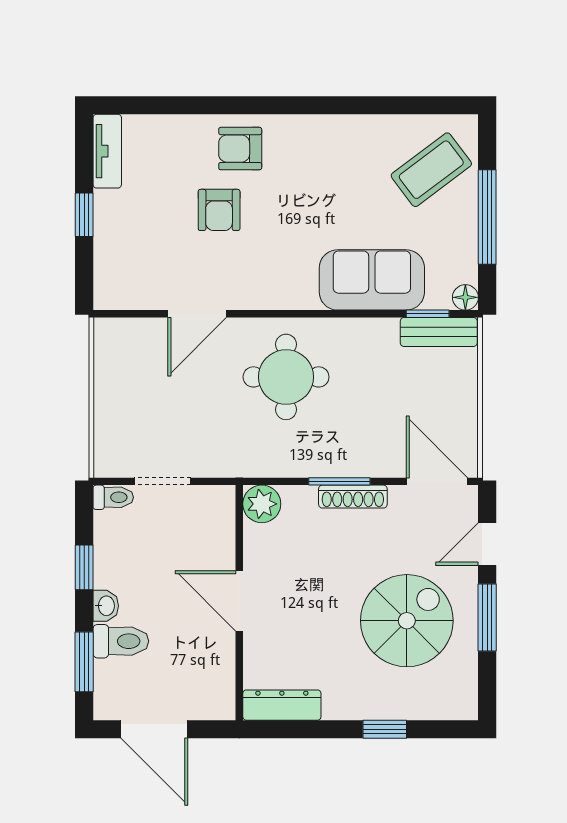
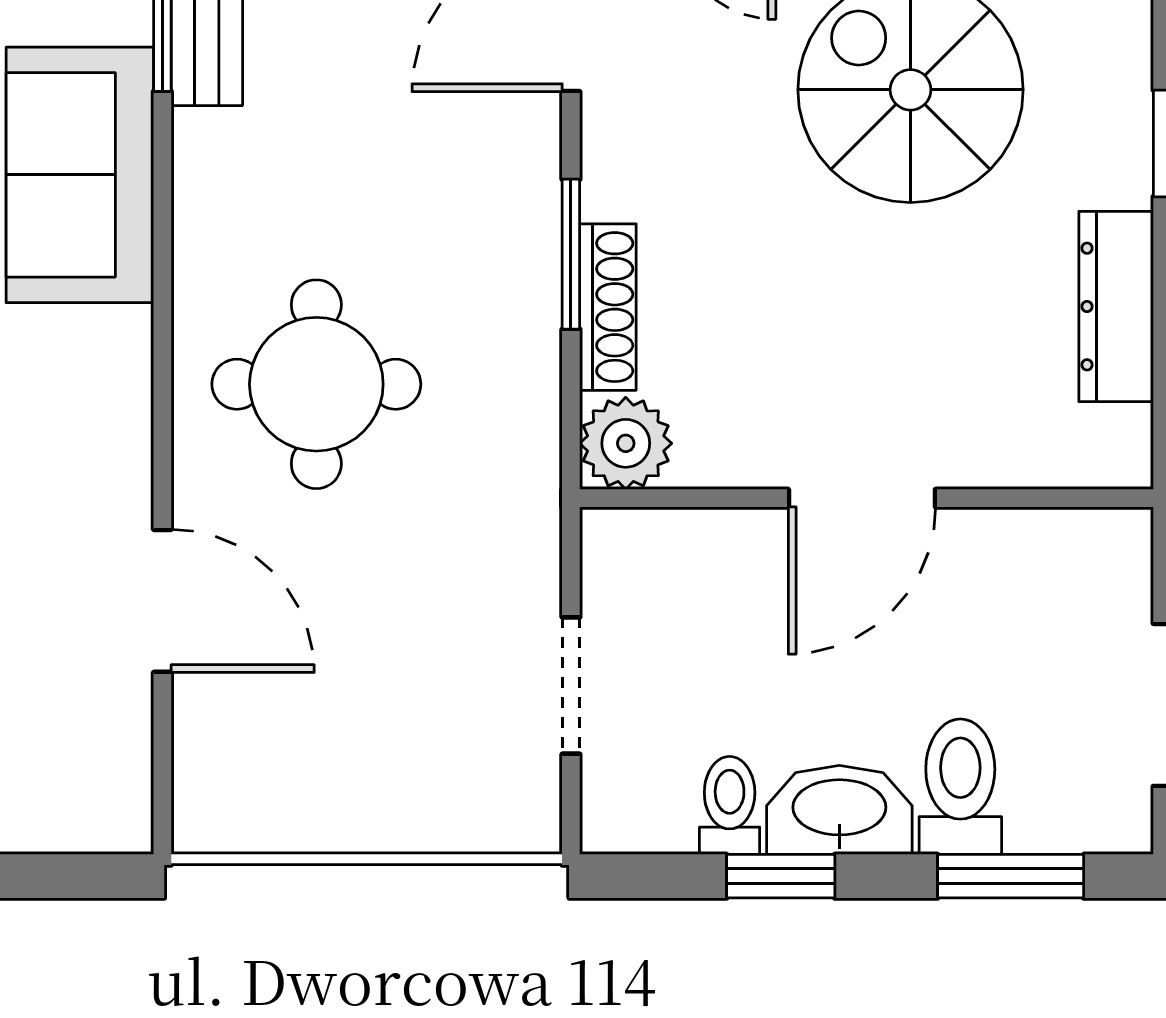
toilet: (113, 497) -> (730, 805), moved
shoe rack: (353, 497) -> (608, 307), moved
washbasin: (106, 606) -> (839, 810), width x1.91, depth x1.45
dresser: (282, 705) -> (1116, 306), moved

